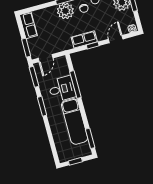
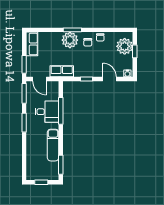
row of seats: (84, 39) -> (62, 71), moved
door: (116, 39) -> (110, 79), hinge flipped
door: (46, 58) -> (40, 79), hinge flipped
exam couch: (75, 121) -> (53, 145), width x0.73, depth x0.69

